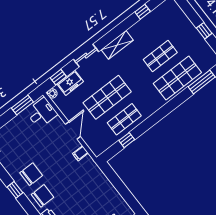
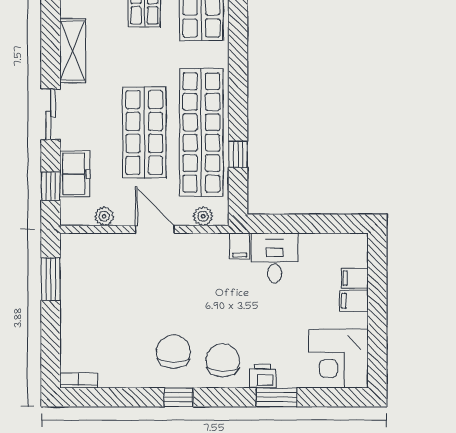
plant: (52, 93) -> (104, 216), moved
desk: (42, 113) -> (274, 258), moved
shop shelf: (124, 119) -> (201, 132), width x2.00, depth x1.36
plant: (92, 145) -> (203, 216), added
filing cabinet: (80, 153) -> (240, 246), moved

